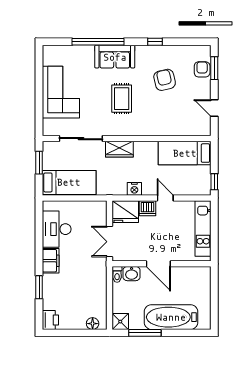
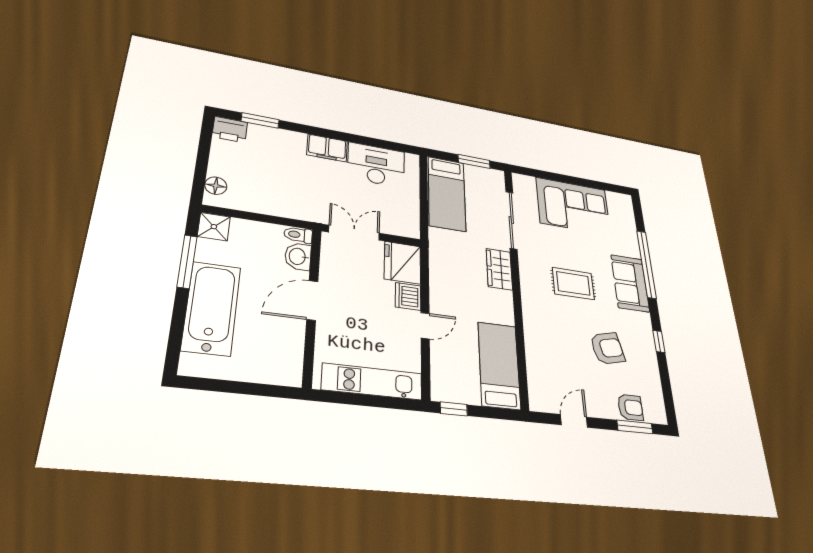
nightstand: (134, 189) -> (439, 281), removed
window: (39, 287) -> (260, 120), moved

